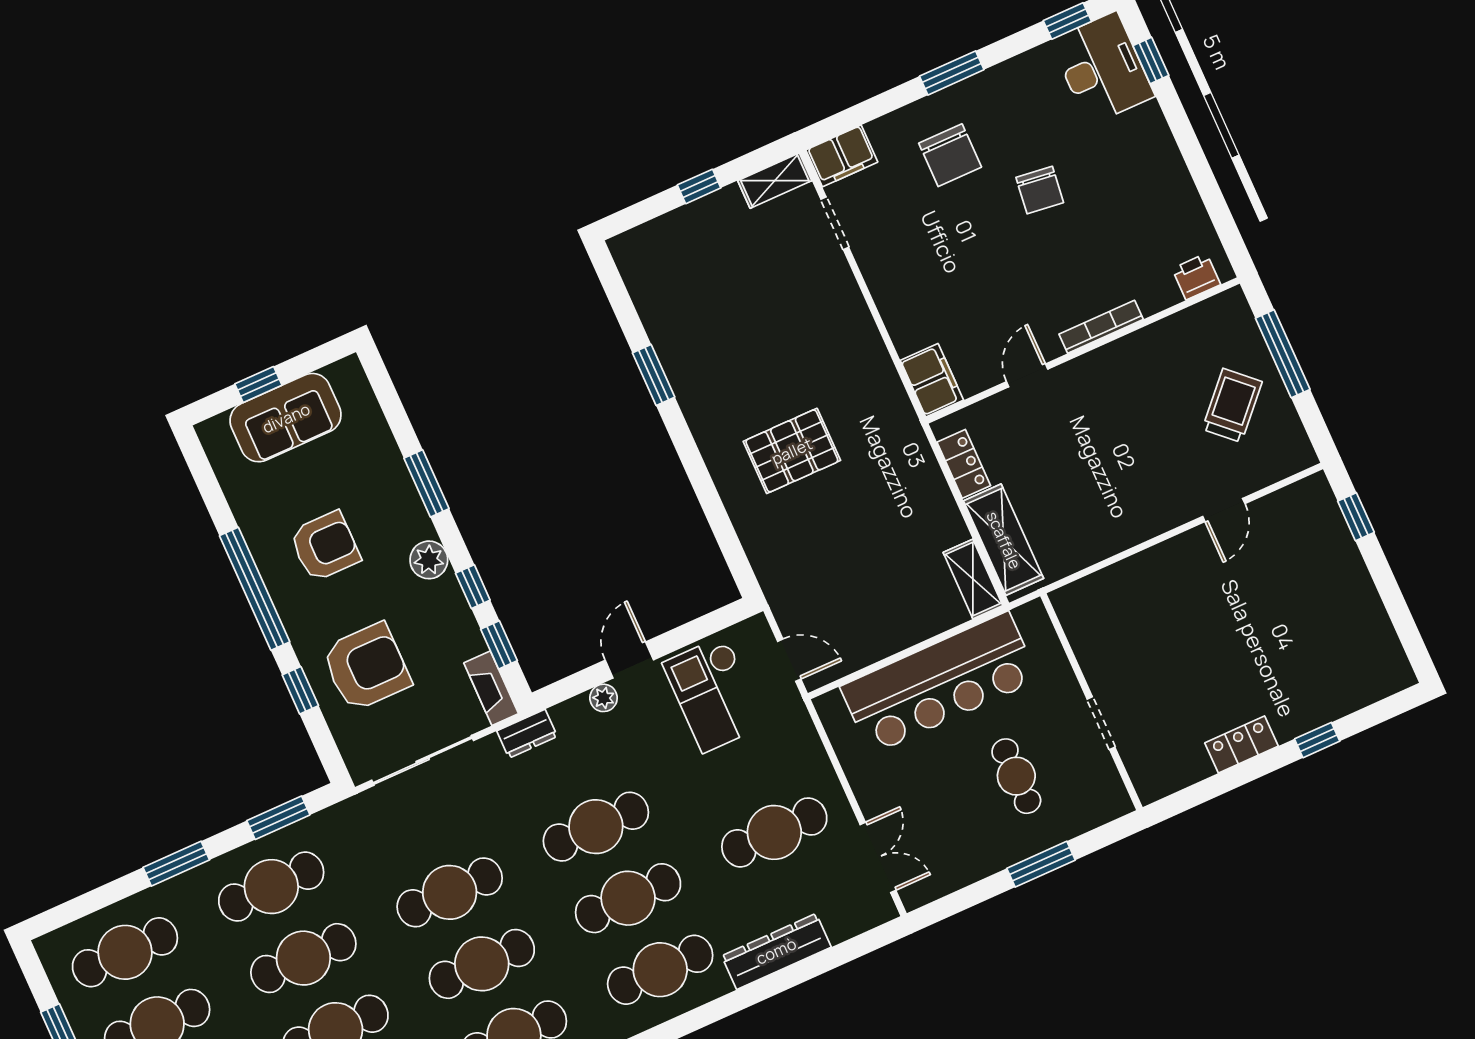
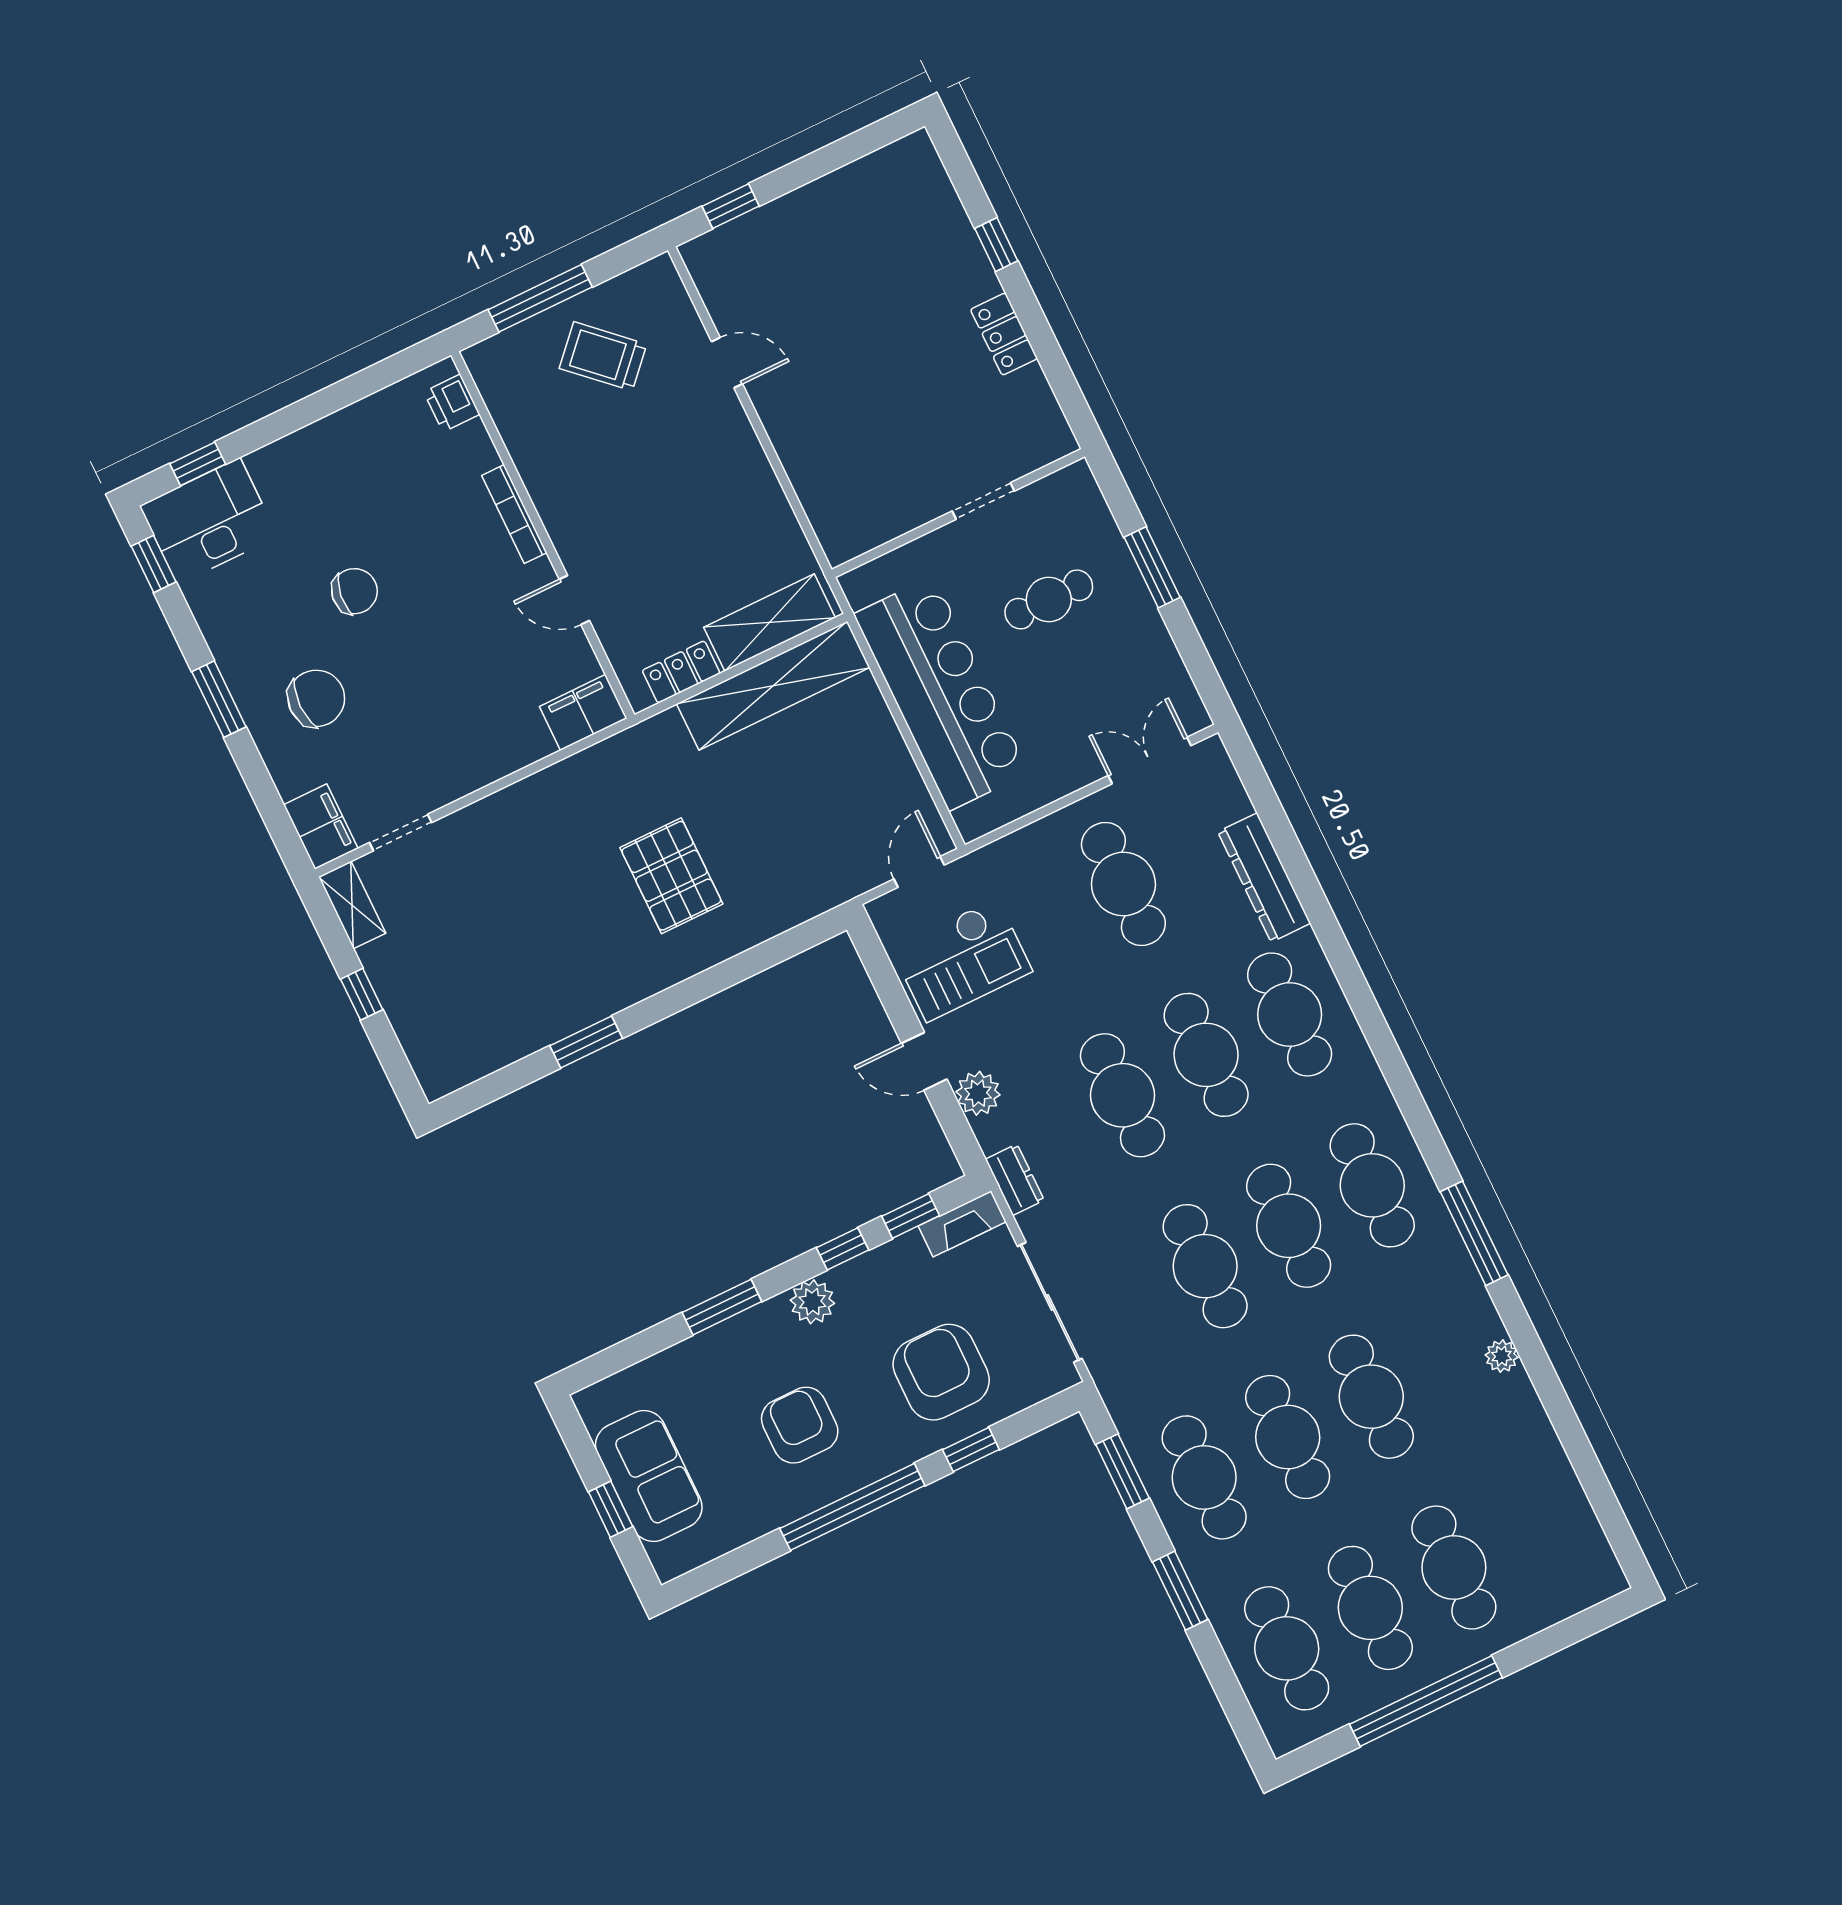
shelving: (973, 579) -> (773, 686), width x2.20, depth x1.33
plant: (604, 698) -> (978, 1093), width x1.38, depth x1.38

